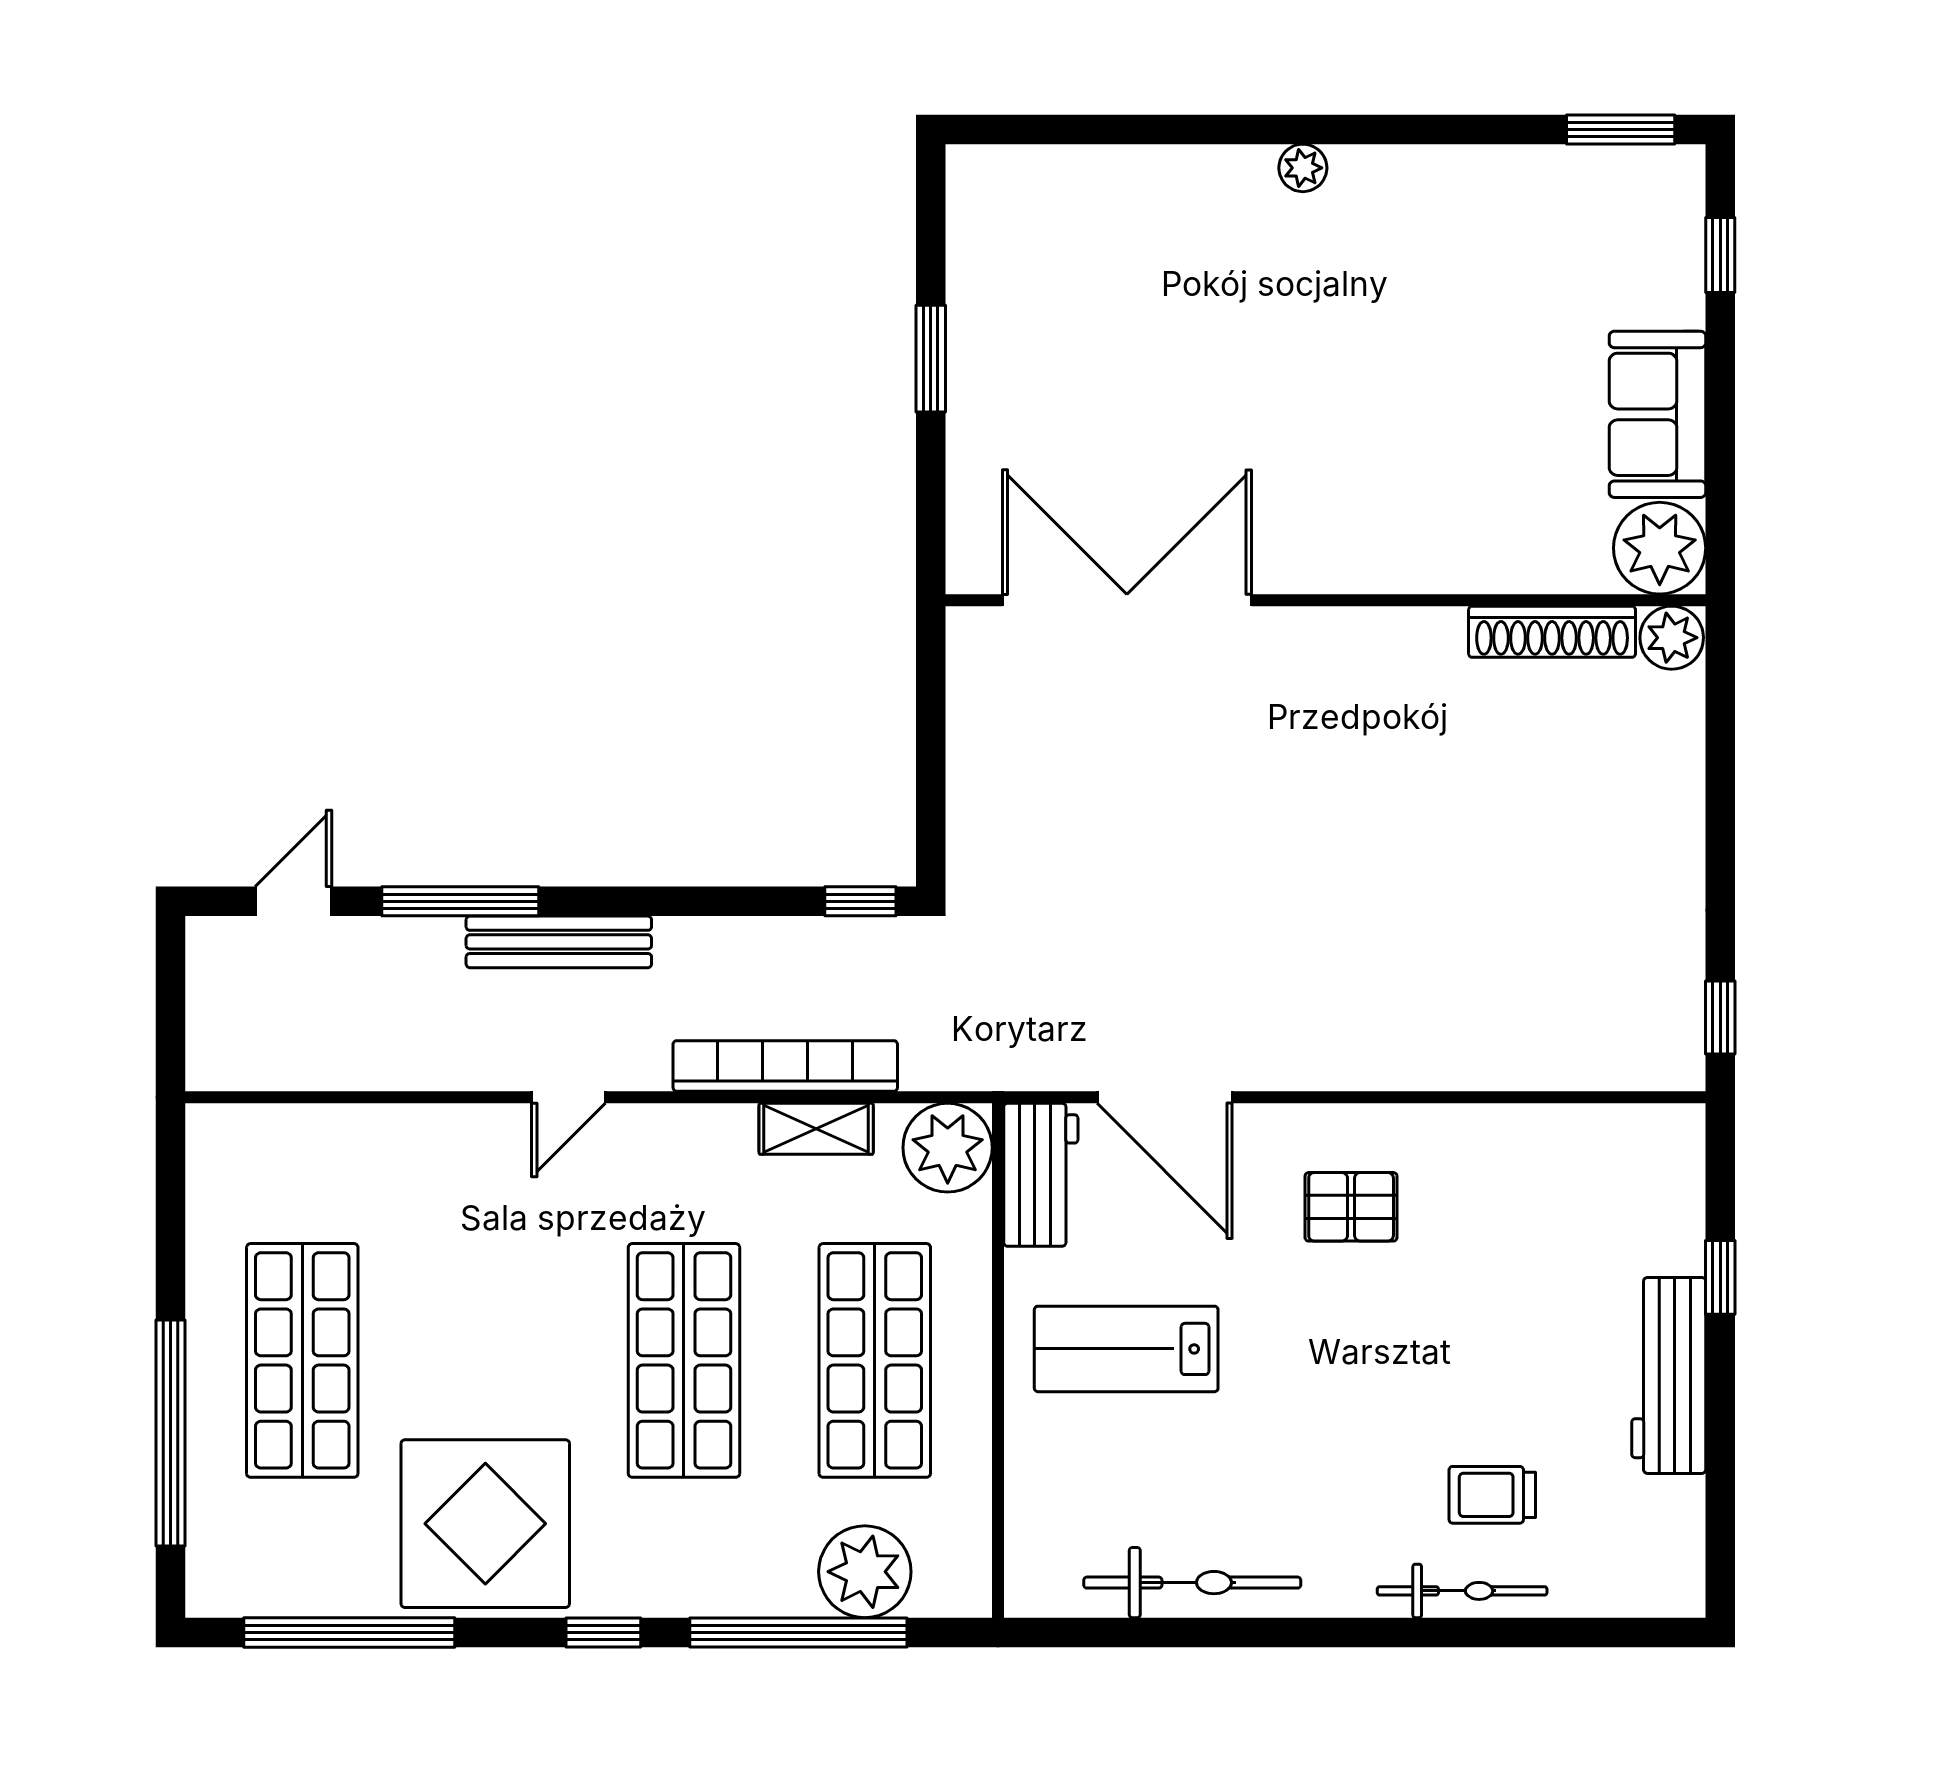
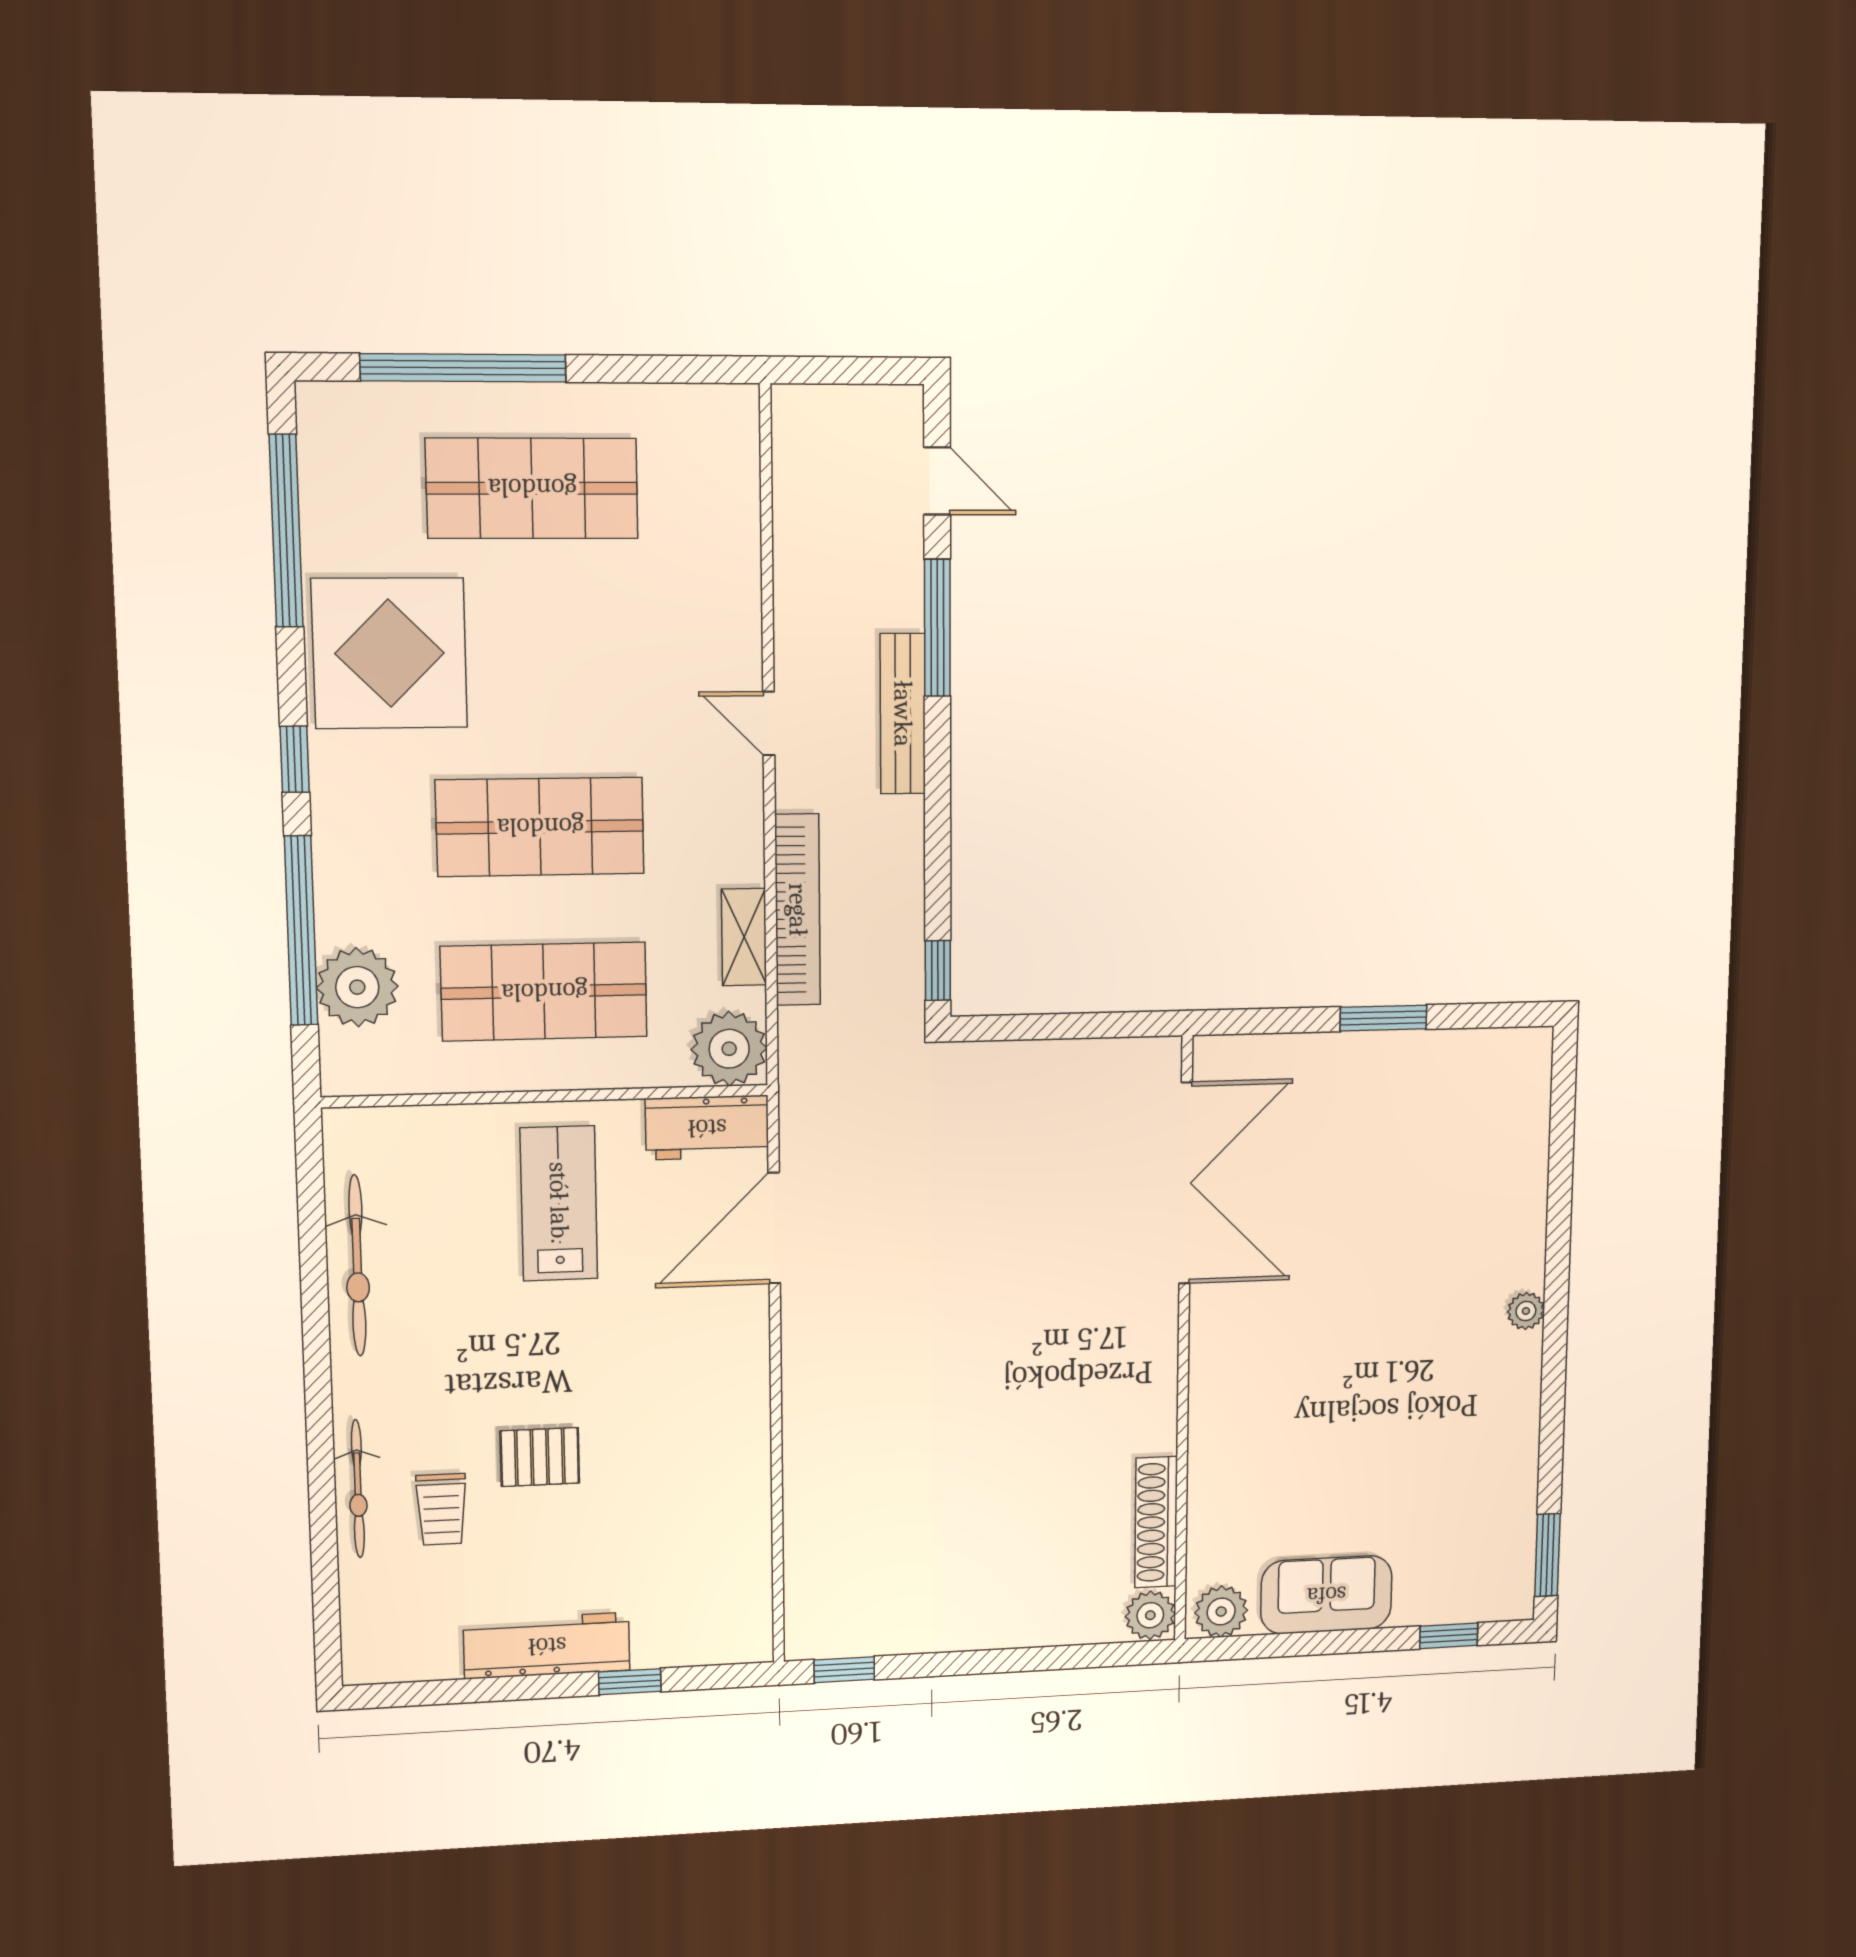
plant: (1660, 548) -> (1221, 1612), width x0.73, depth x0.73
pallet: (1351, 1207) -> (540, 1457), moved, turned 90
trolley: (1492, 1495) -> (441, 1509), turned 180

